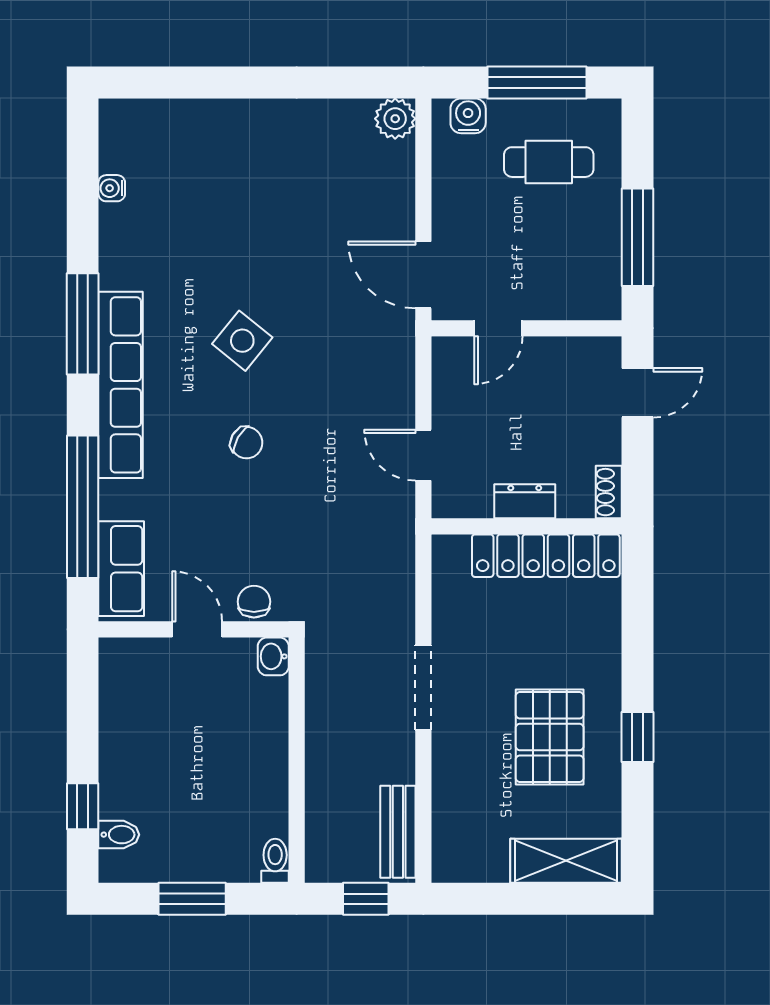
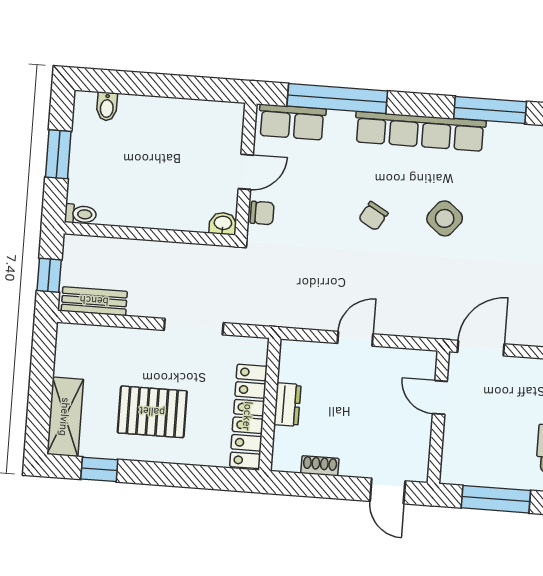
window: (83, 324) -> (490, 110), moved
dresser: (525, 501) -> (287, 405), moved
wall: (526, 526) -> (270, 404), moved
locker: (546, 556) -> (248, 416), moved
window: (637, 737) -> (99, 469), moved
window: (83, 806) -> (129, 83), removed

